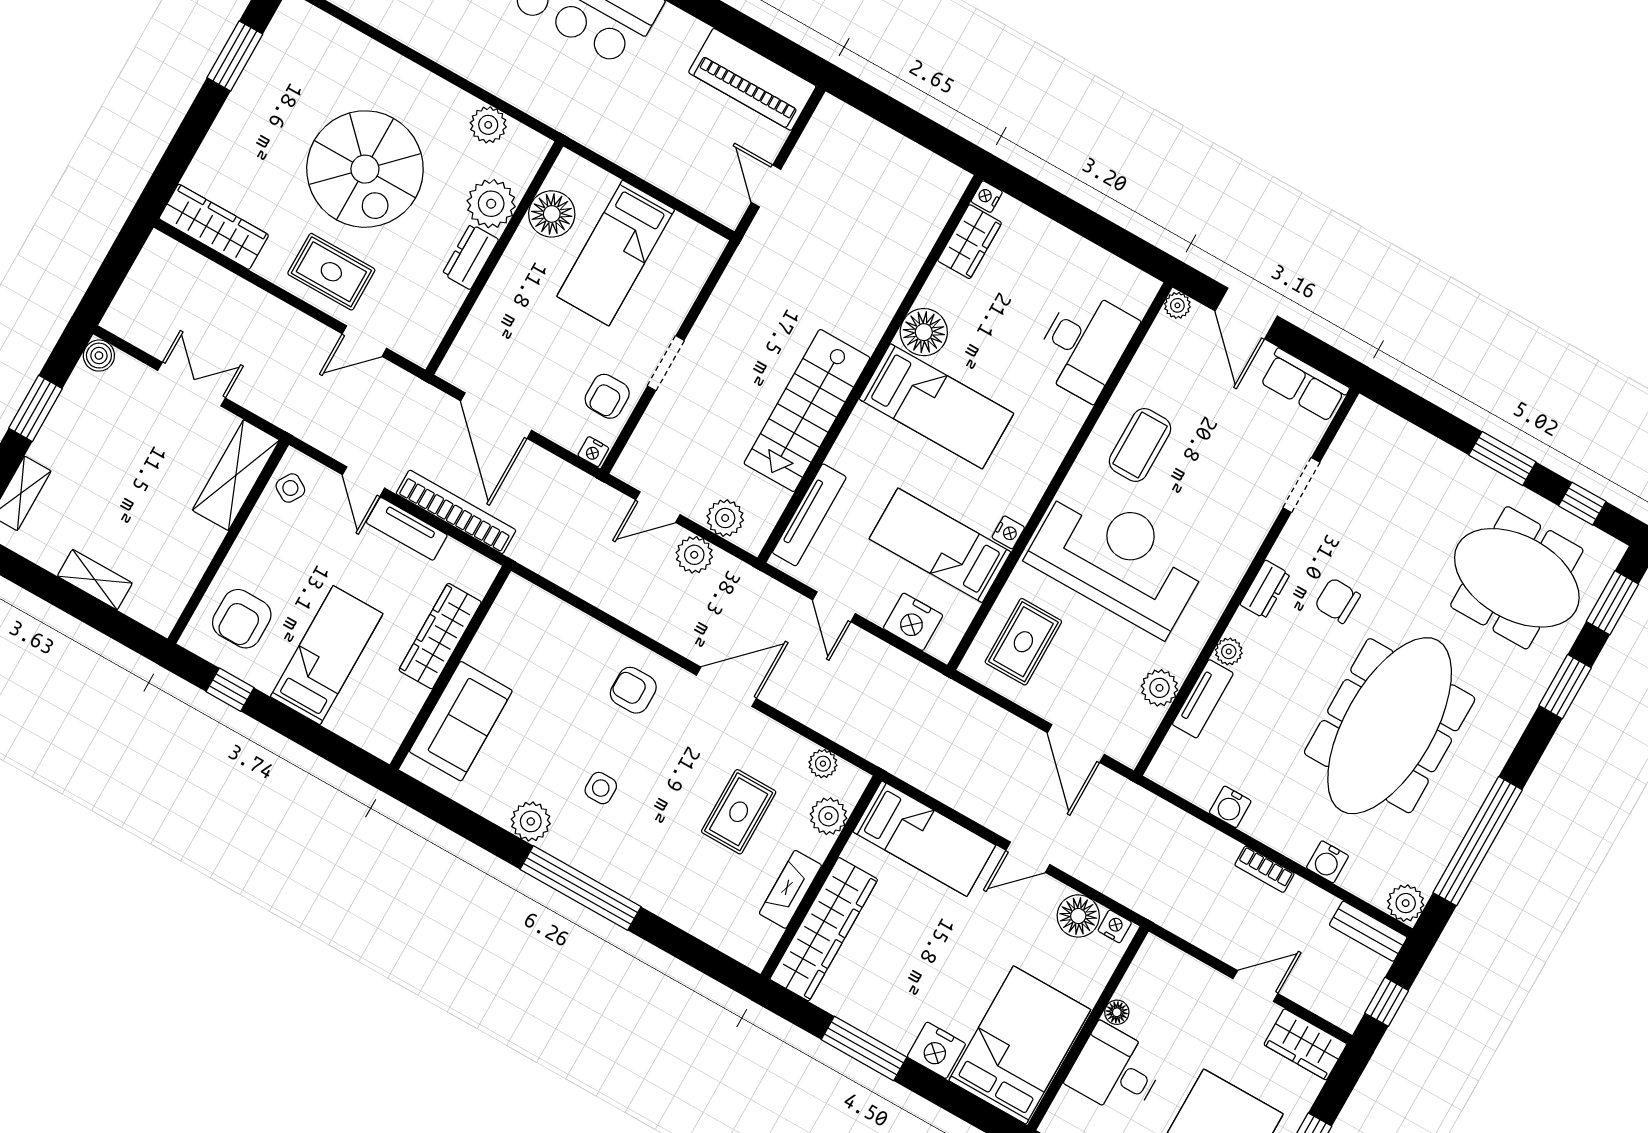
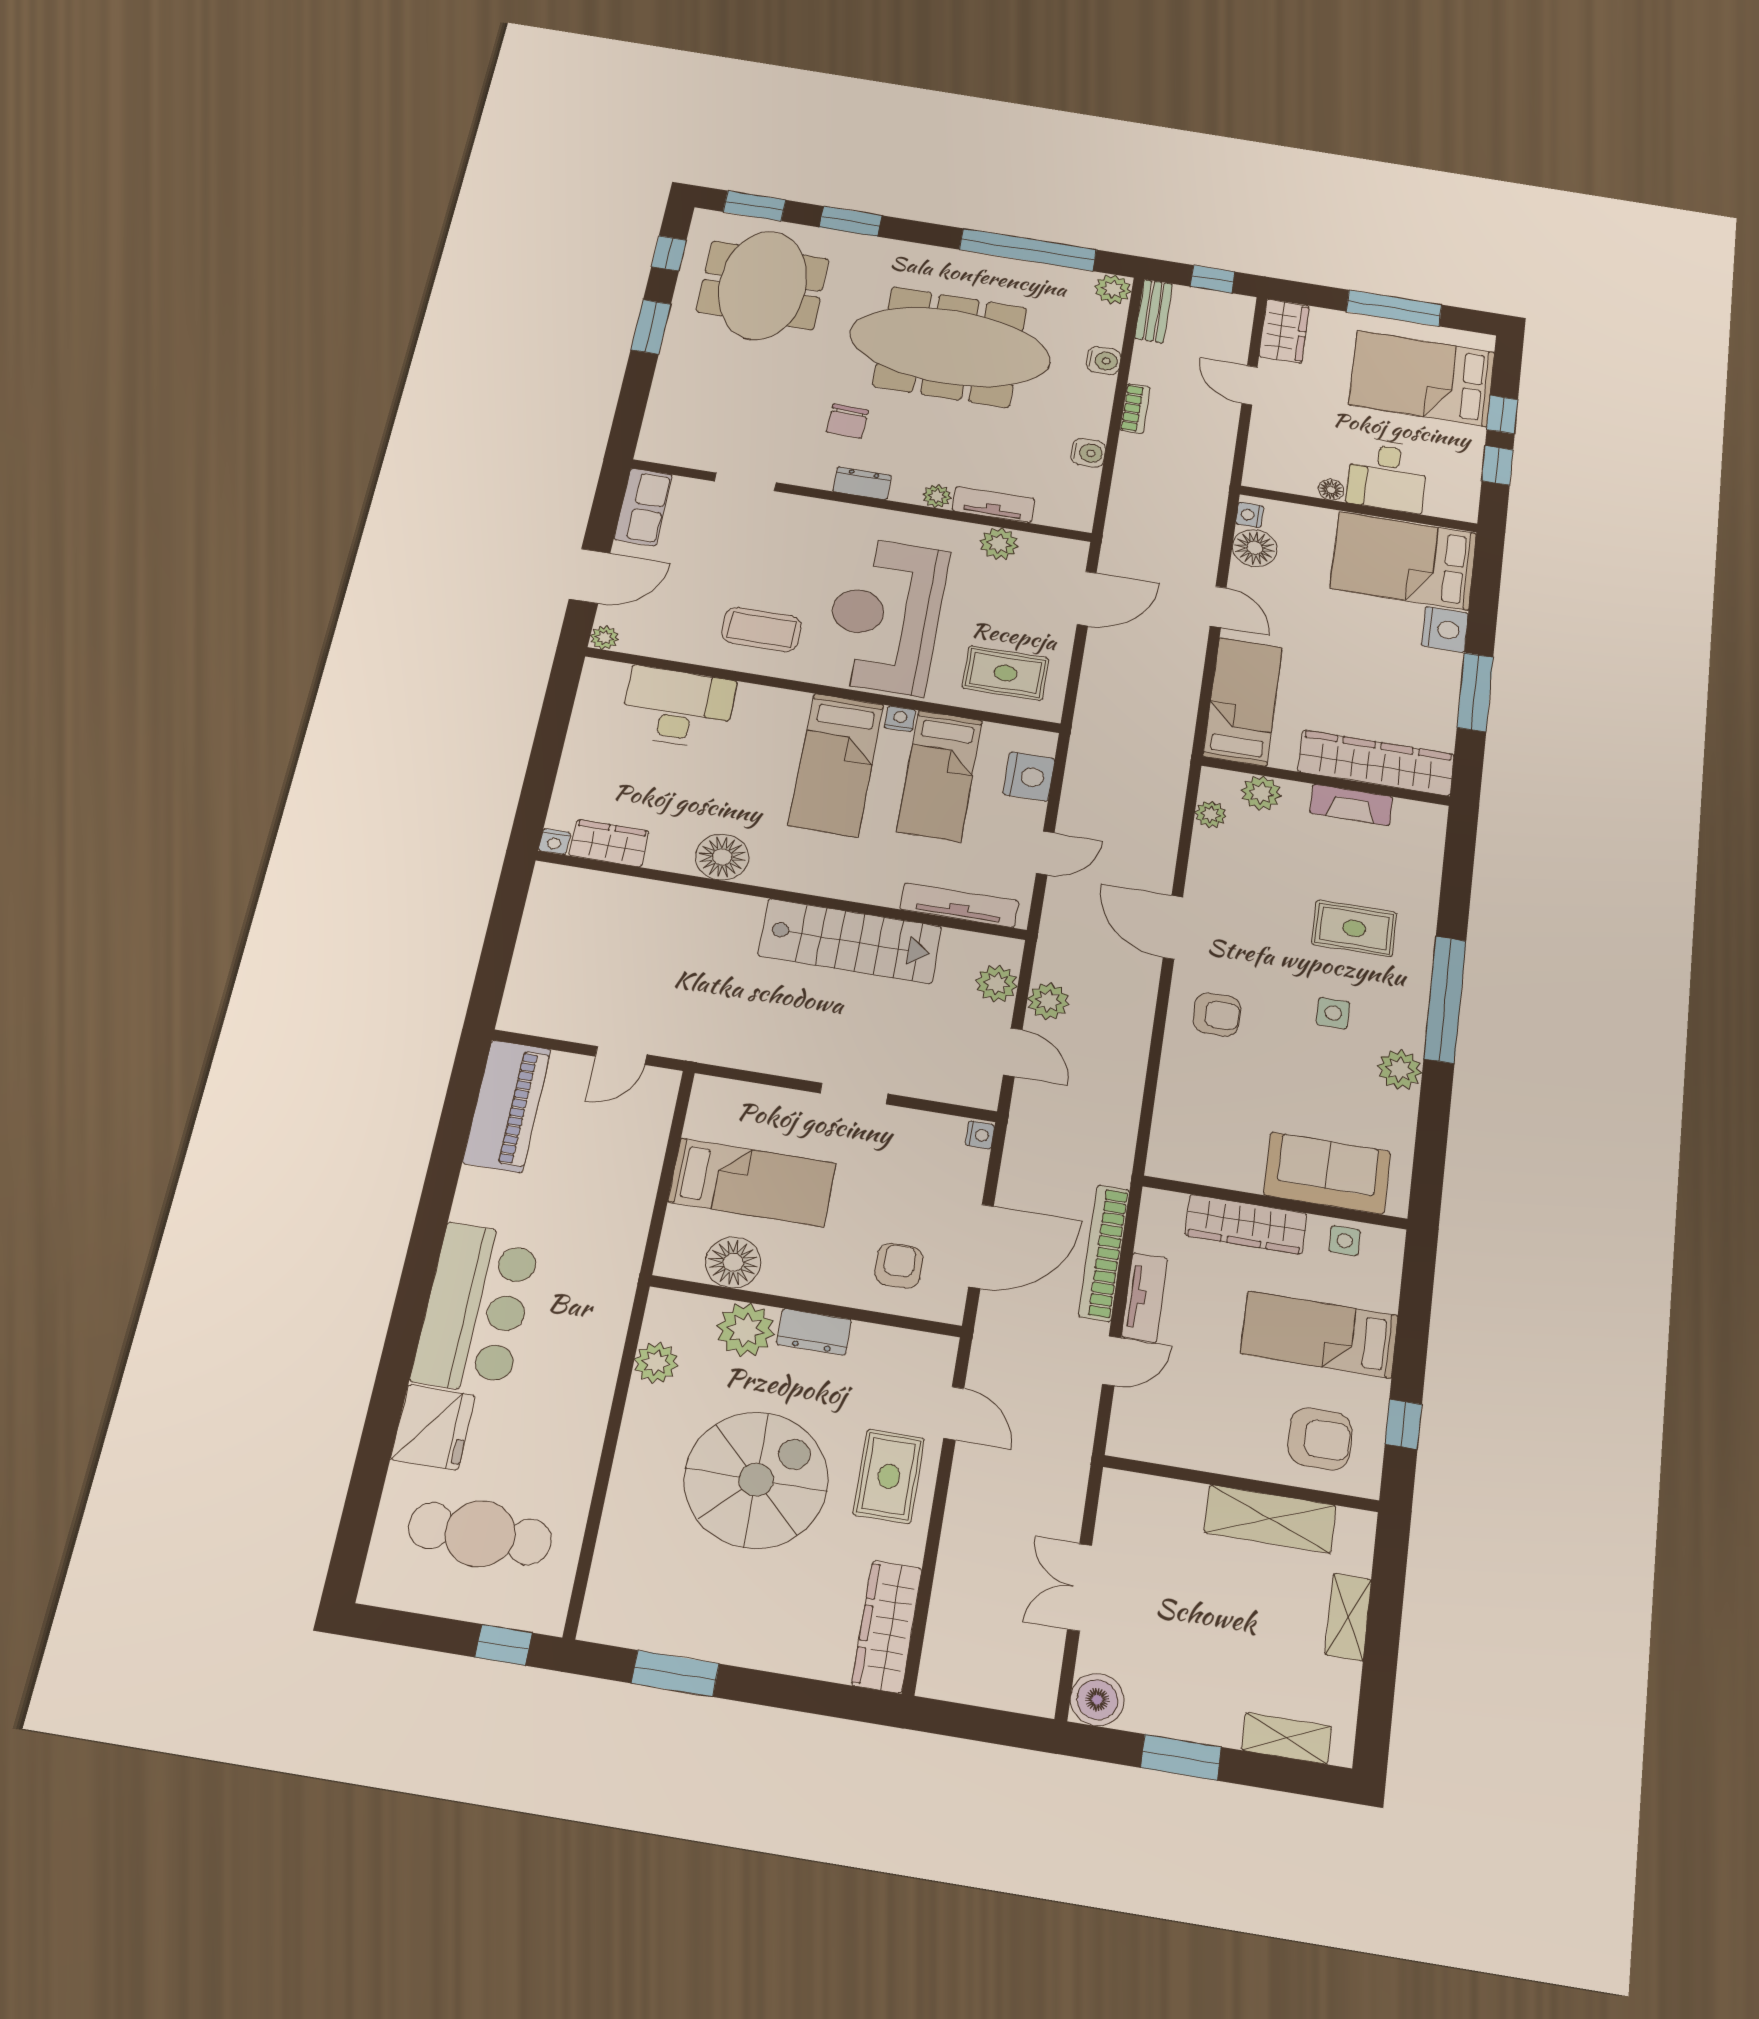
boiler: (99, 356) -> (1097, 1700), width x1.36, depth x1.36
armchair: (607, 396) -> (899, 1266), moved, turned -90
bed: (936, 406) -> (836, 765), moved, turned 180
shelving: (236, 475) -> (1270, 1519), moved
side table: (290, 488) -> (1345, 1241), moved, turned -31
armchair: (633, 690) -> (1217, 1014), turned -90
rug: (739, 812) -> (1354, 928), moved

